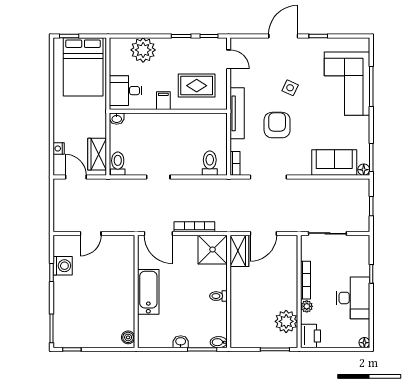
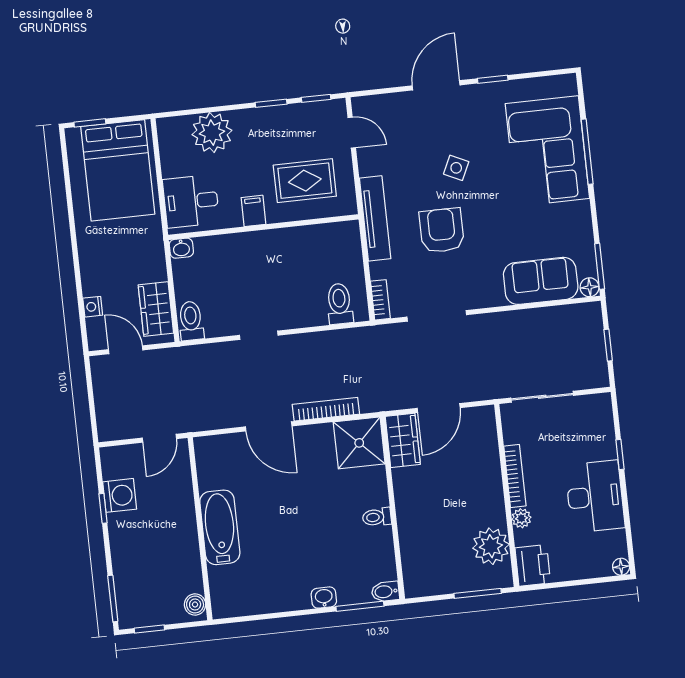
wall: (136, 291) -> (200, 529), moved
bathtub: (148, 292) -> (220, 527), moved
boiler: (128, 337) -> (195, 604), moved

